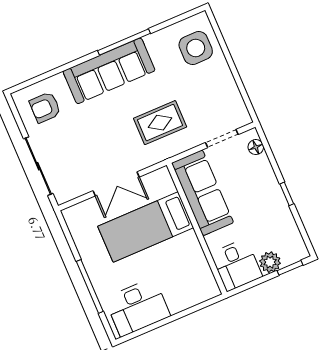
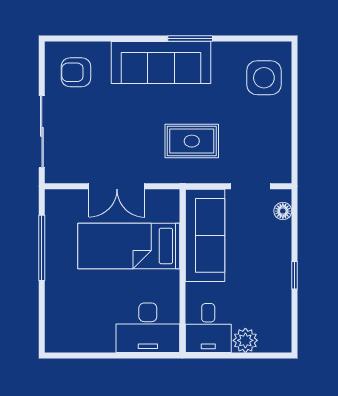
window: (124, 42) -> (190, 39), width x0.69
window: (290, 268) -> (264, 356), removed
window: (90, 286) -> (42, 248), moved
desk: (137, 307) -> (148, 328), moved

